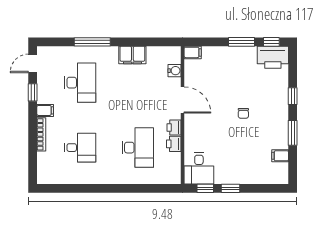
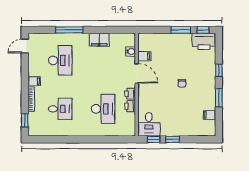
filing cabinet: (193, 52) -> (144, 56), moved
window: (33, 92) -> (25, 120), moved

